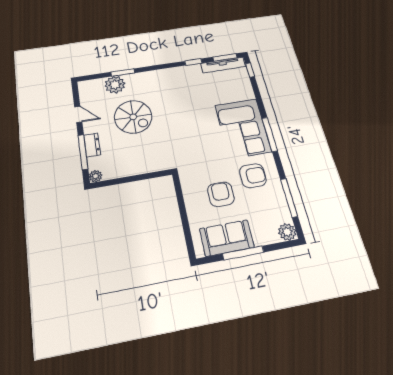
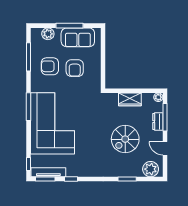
plant: (115, 85) -> (151, 169), moved
spiral stairs: (133, 117) -> (125, 139), turned -90
corner sofa: (243, 128) -> (53, 123), width x1.36, depth x1.36
wardrobe: (135, 167) -> (130, 99), added
armchair: (253, 176) -> (50, 66), moved
plant: (287, 232) -> (48, 34), moved

